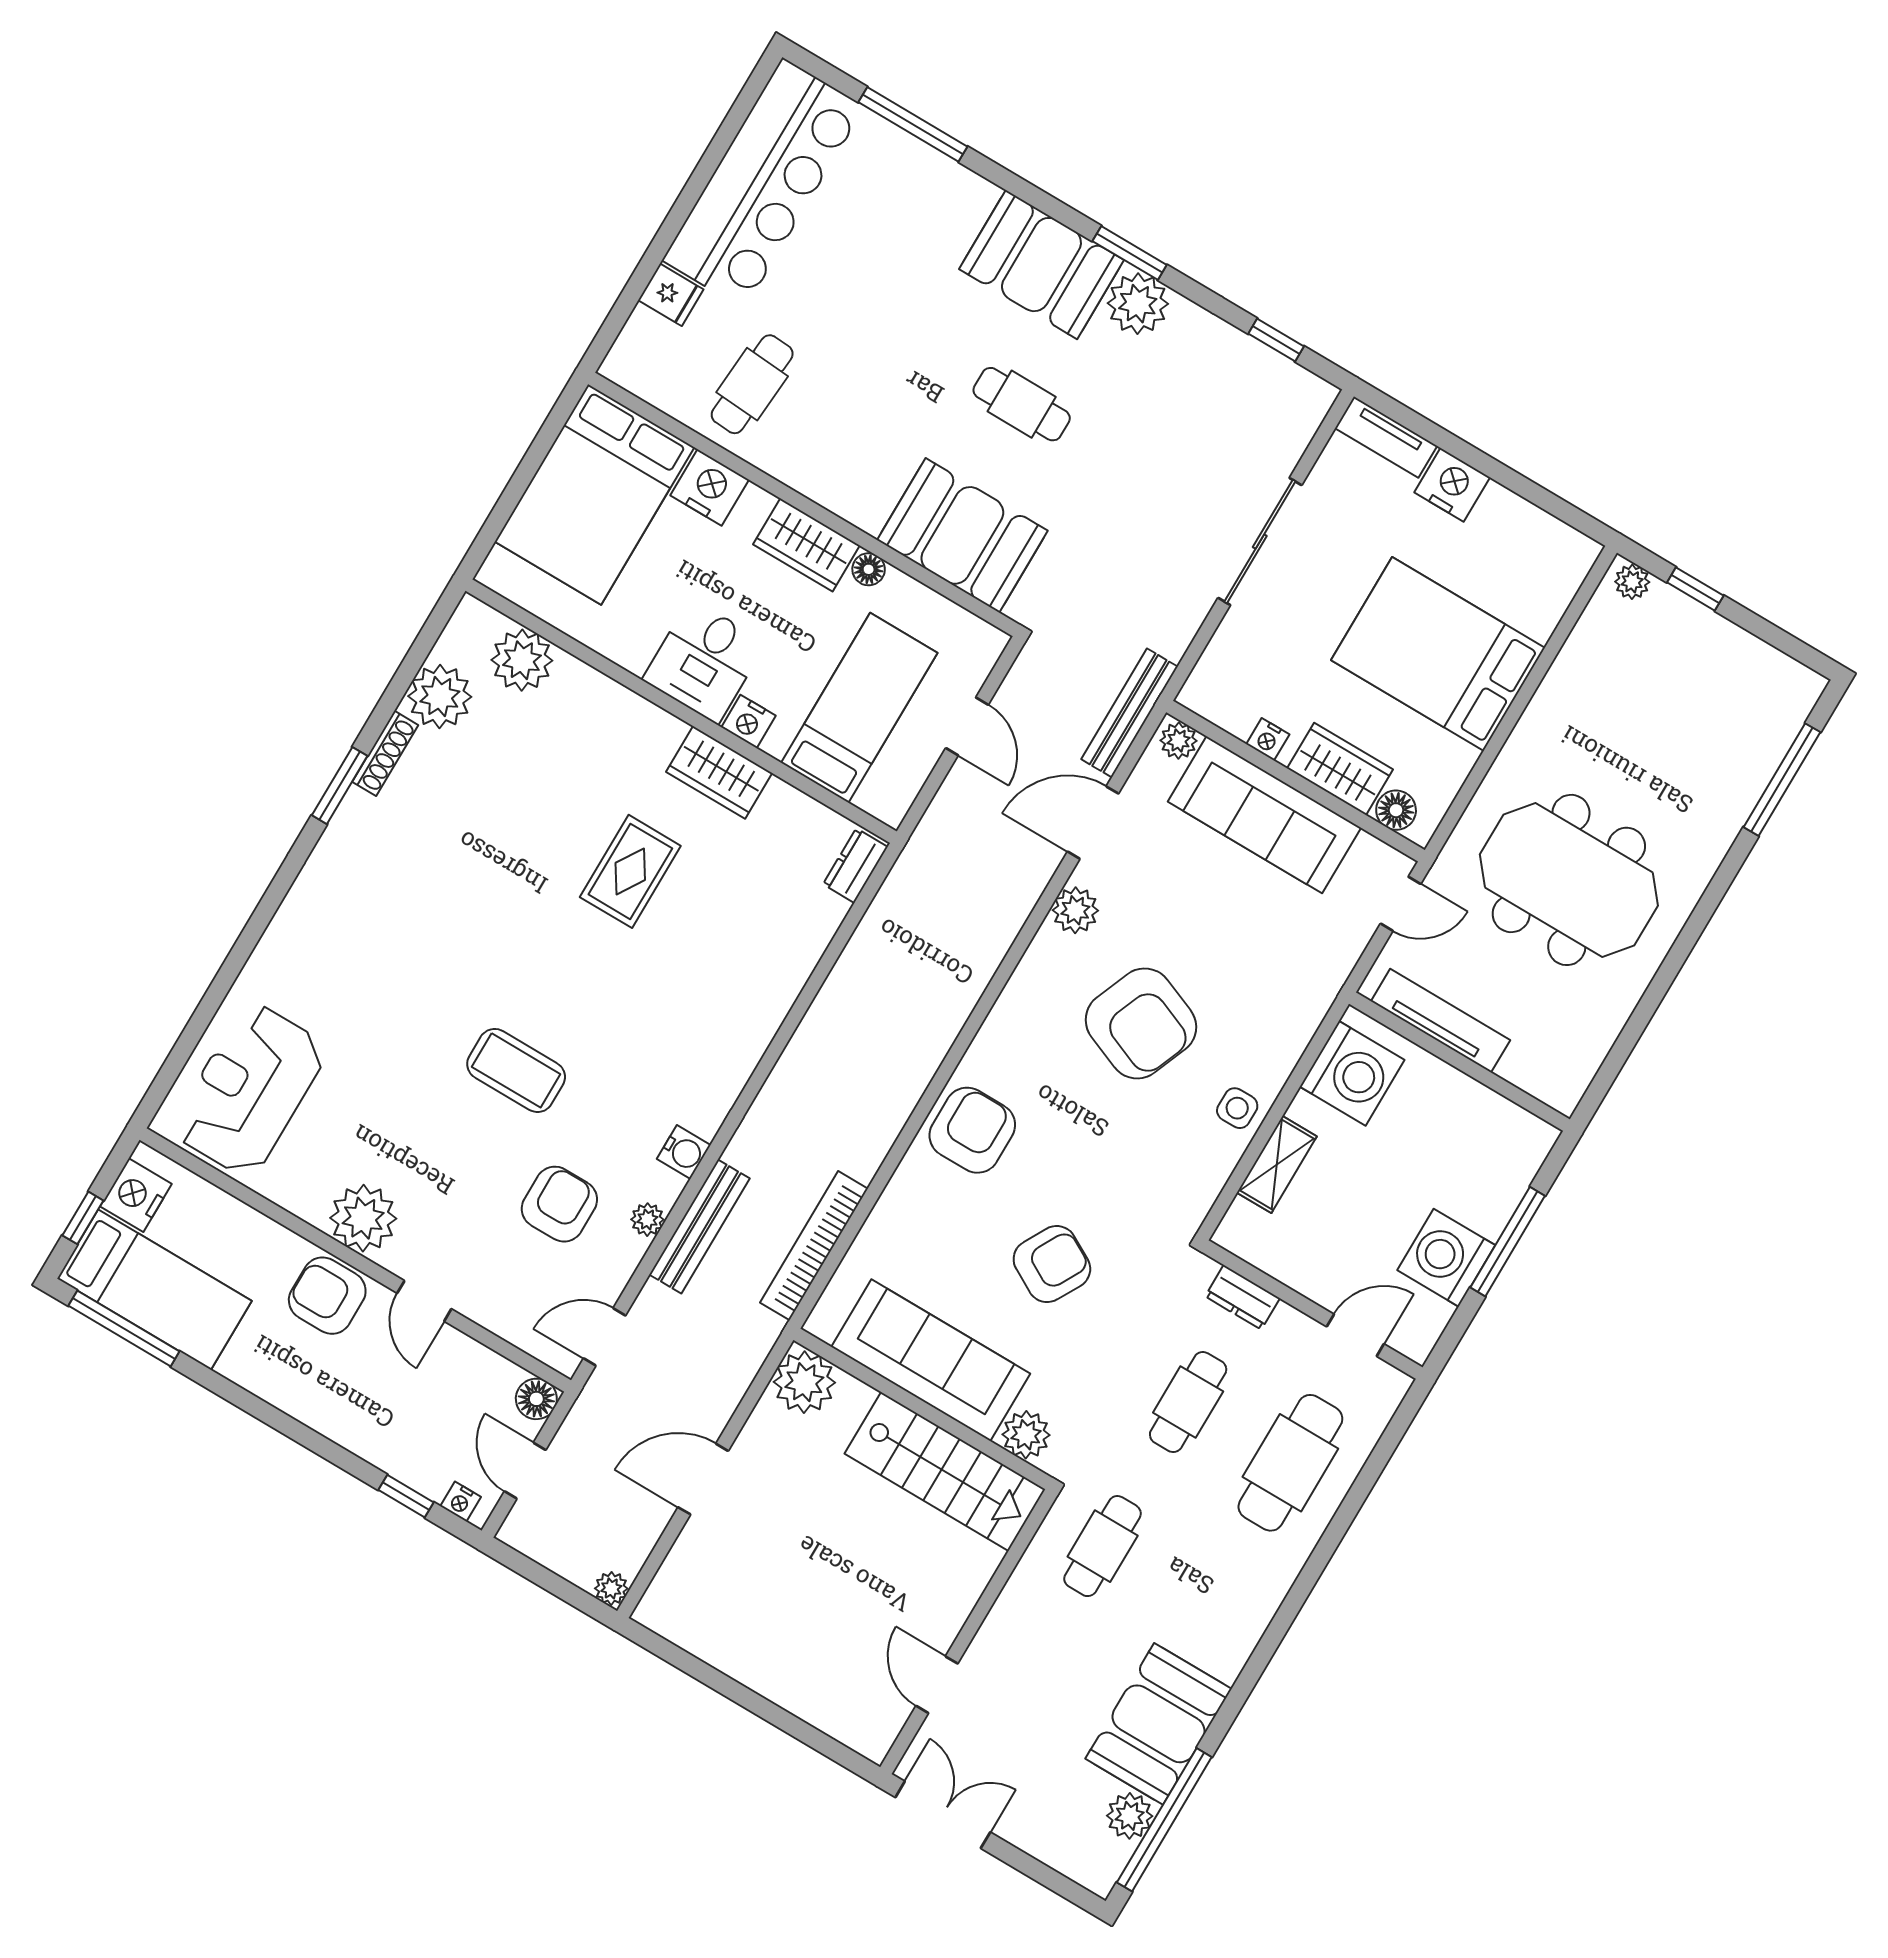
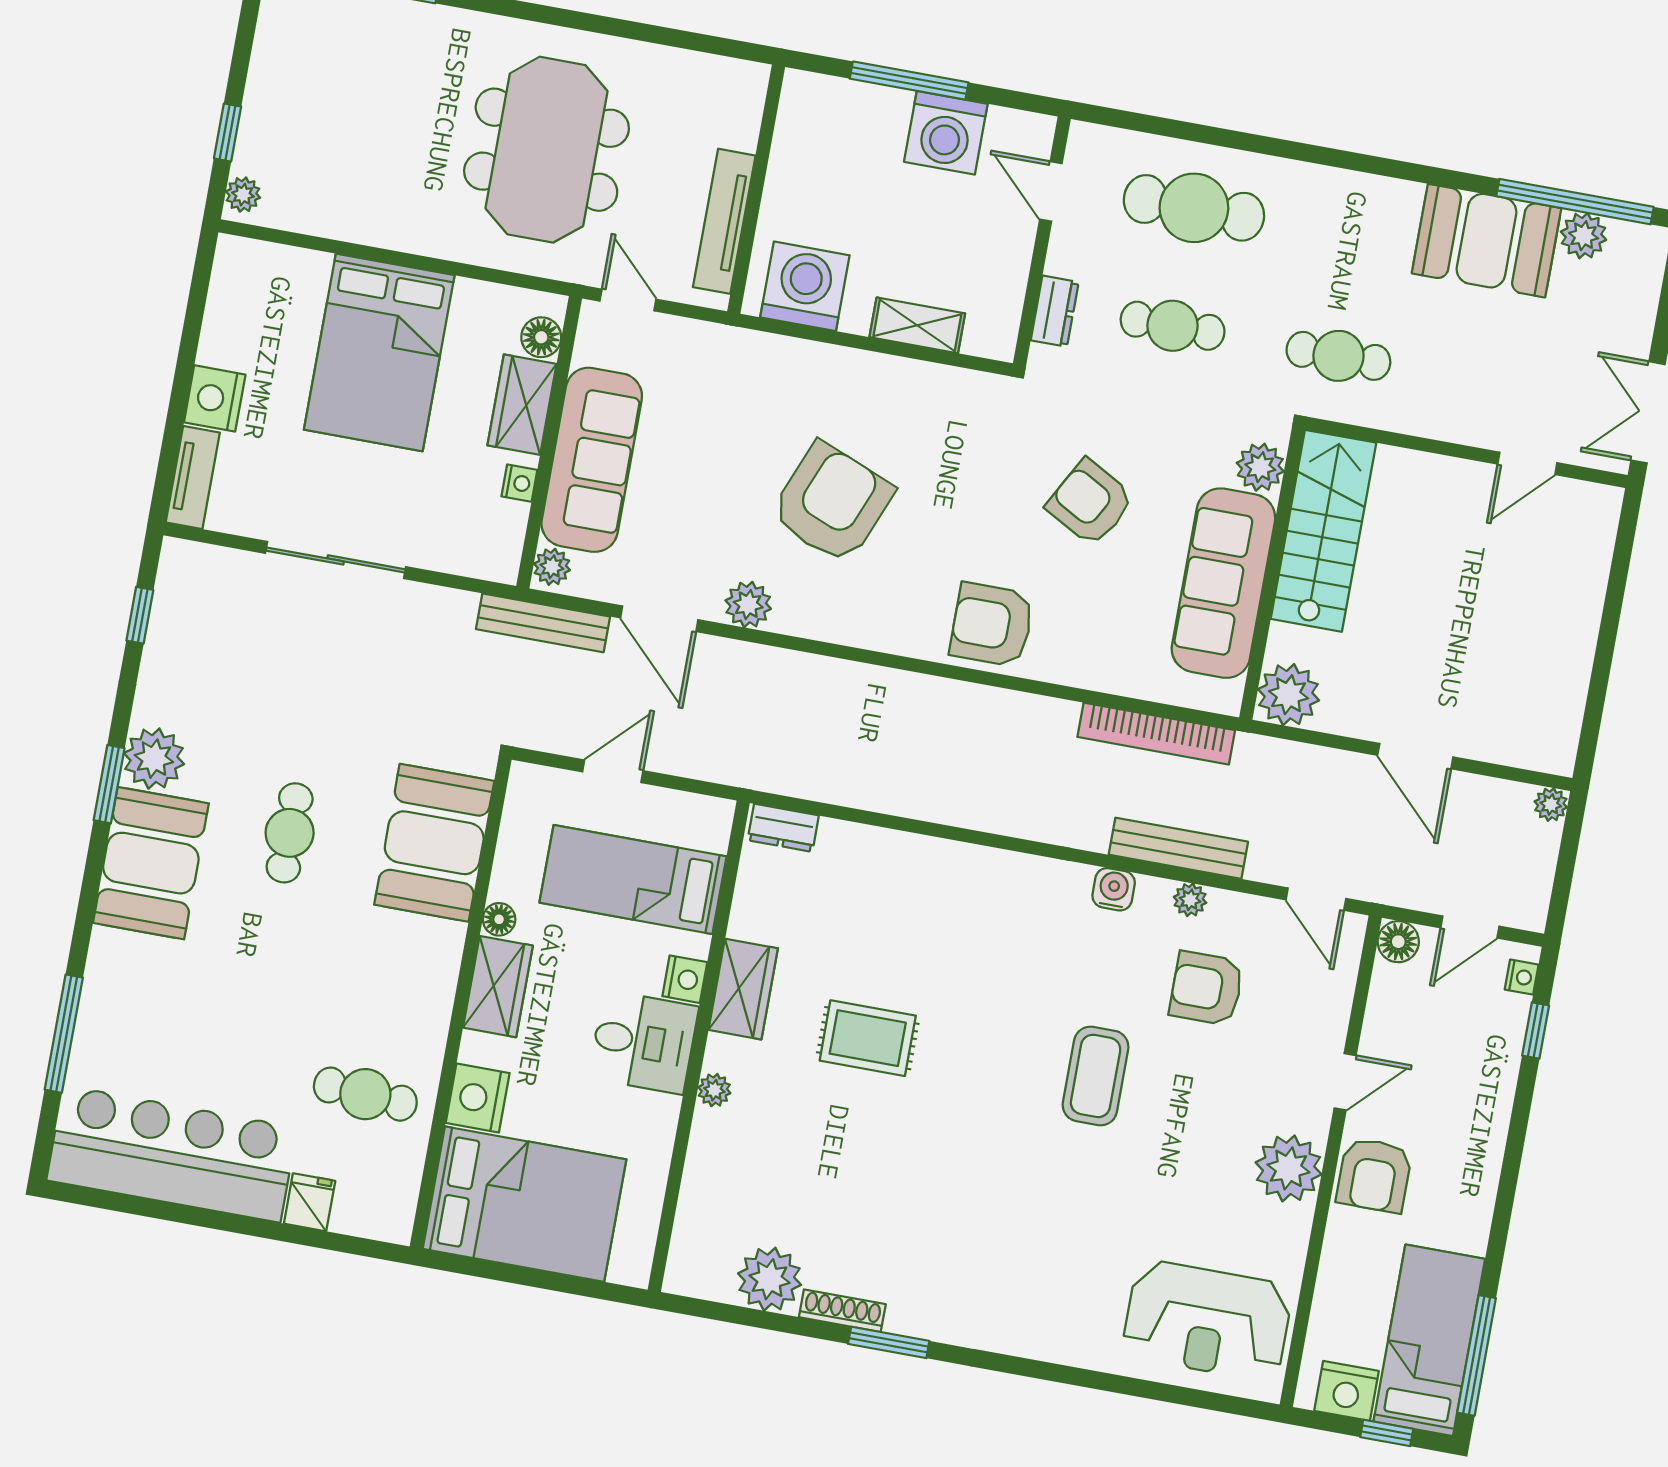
plant: (522, 660) -> (714, 1090), moved, width x0.53, depth x0.53
side table: (1237, 1108) -> (878, 383), removed

